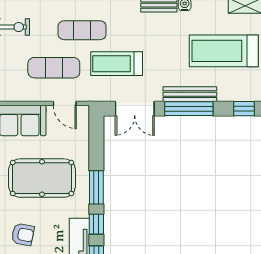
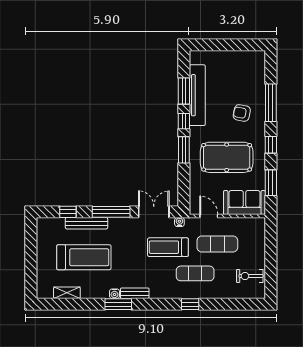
treadmill: (117, 64) -> (168, 247), turned 180
bench: (190, 94) -> (86, 223), moved
water cooler: (102, 96) -> (179, 222), added

